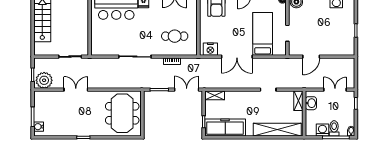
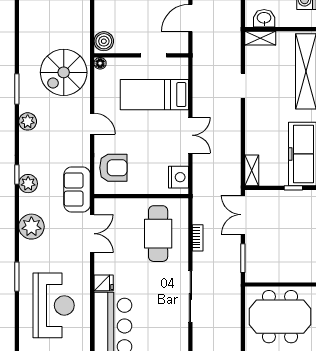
cafe table: (175, 36) -> (158, 234), width x1.37, depth x1.35
double door: (237, 57) -> (190, 135), width x0.73
door: (311, 57) -> (190, 18), swing flipped

